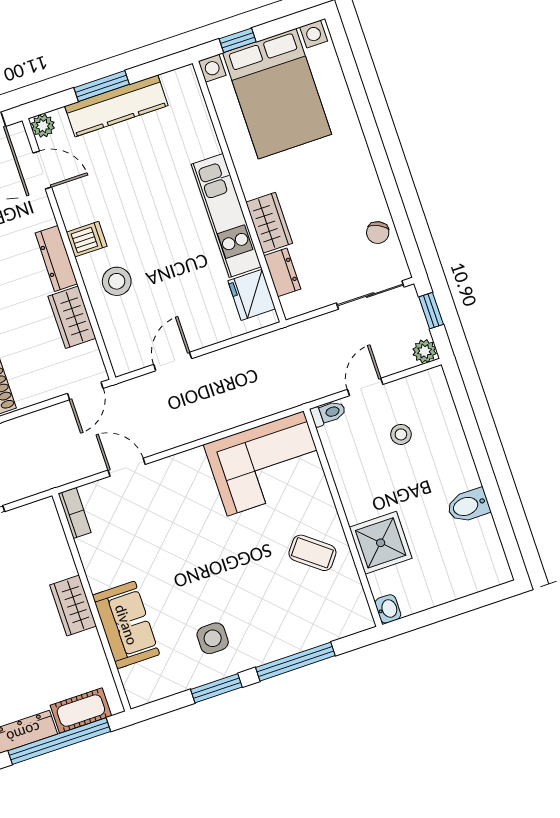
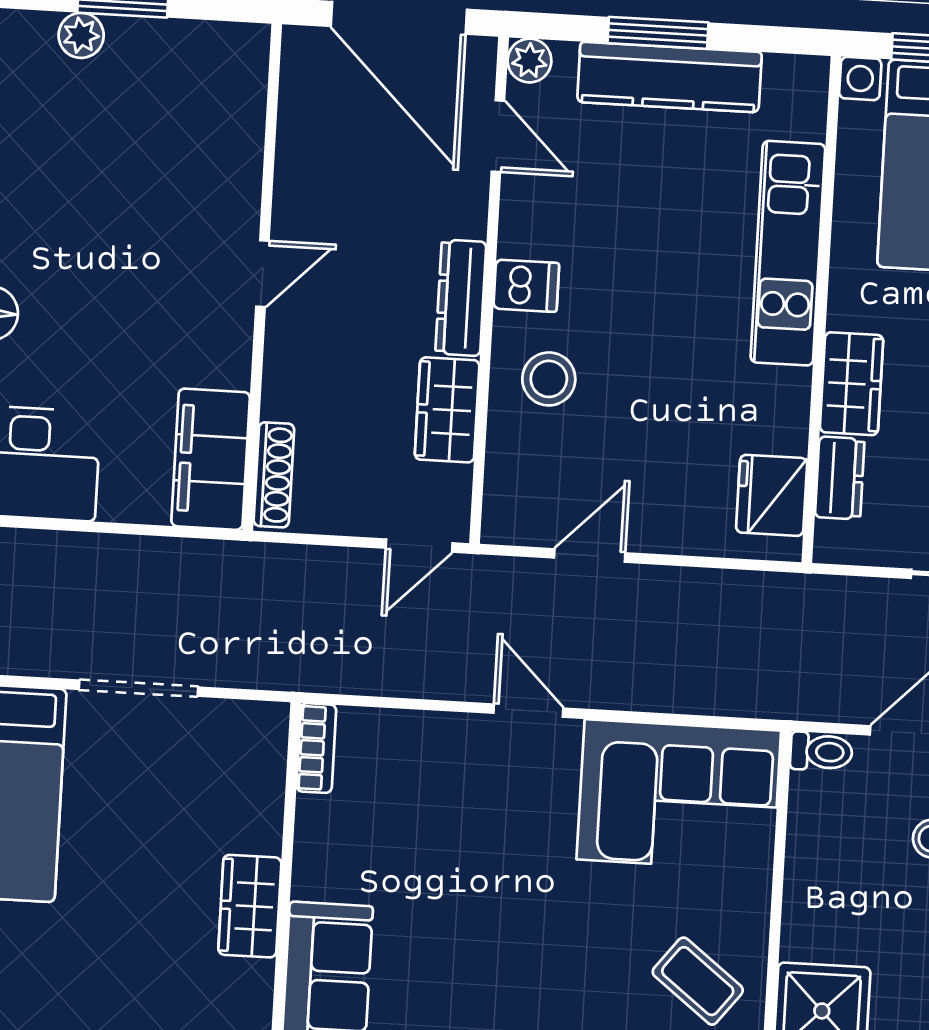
kitchen unit: (226, 215) -> (788, 253), moved
door: (127, 467) -> (528, 711), moved

